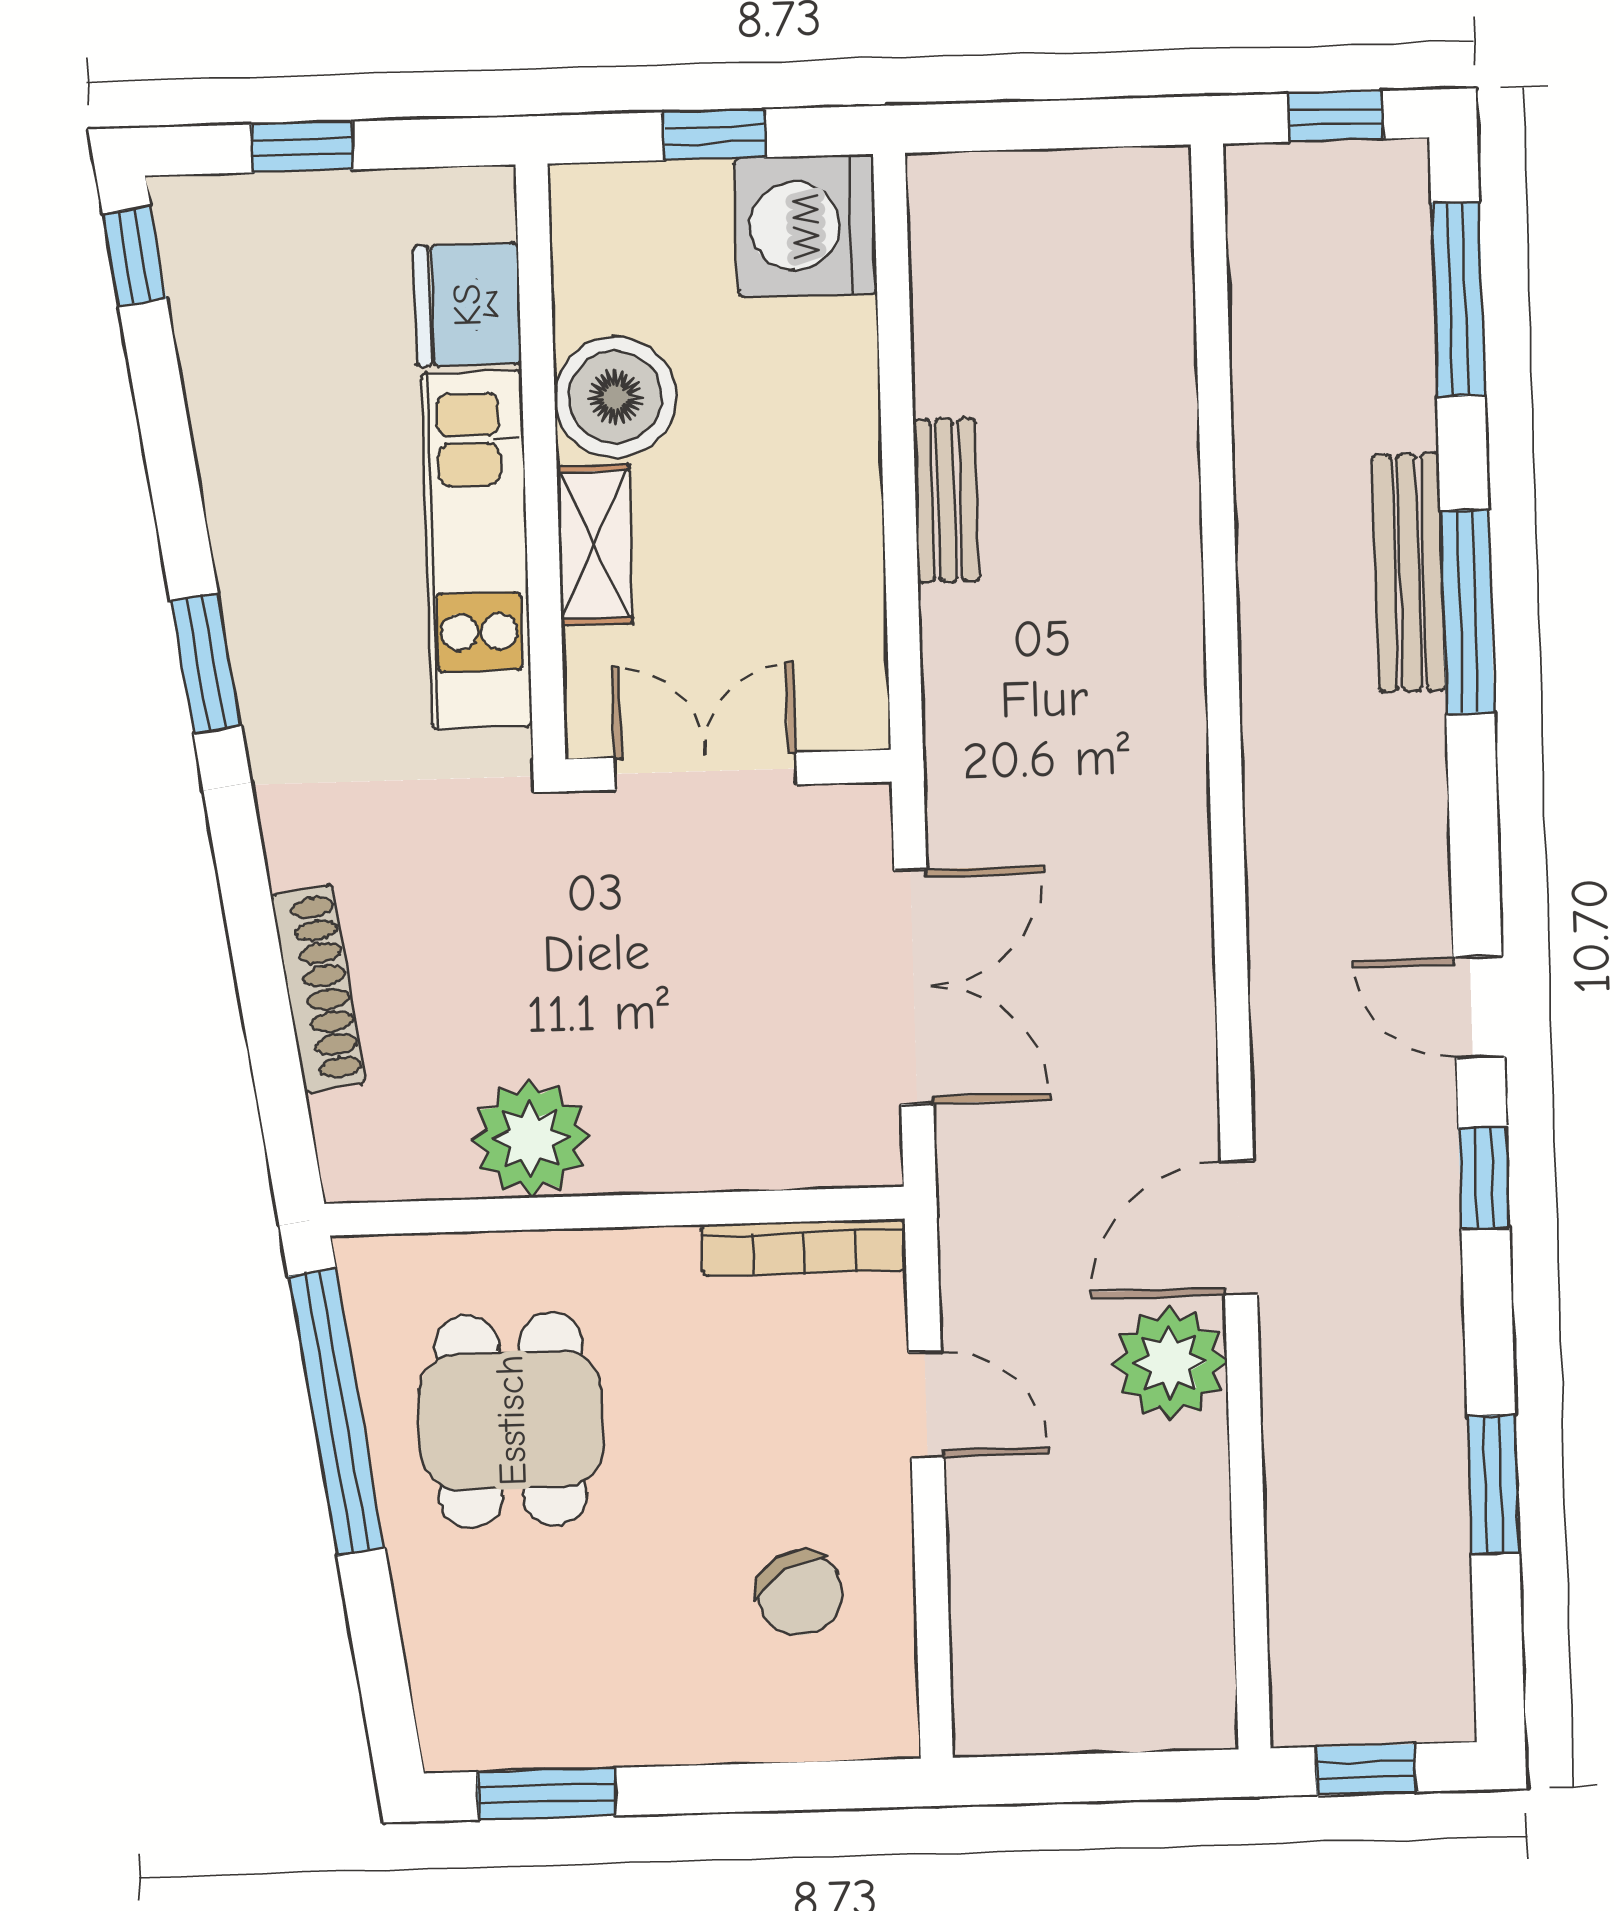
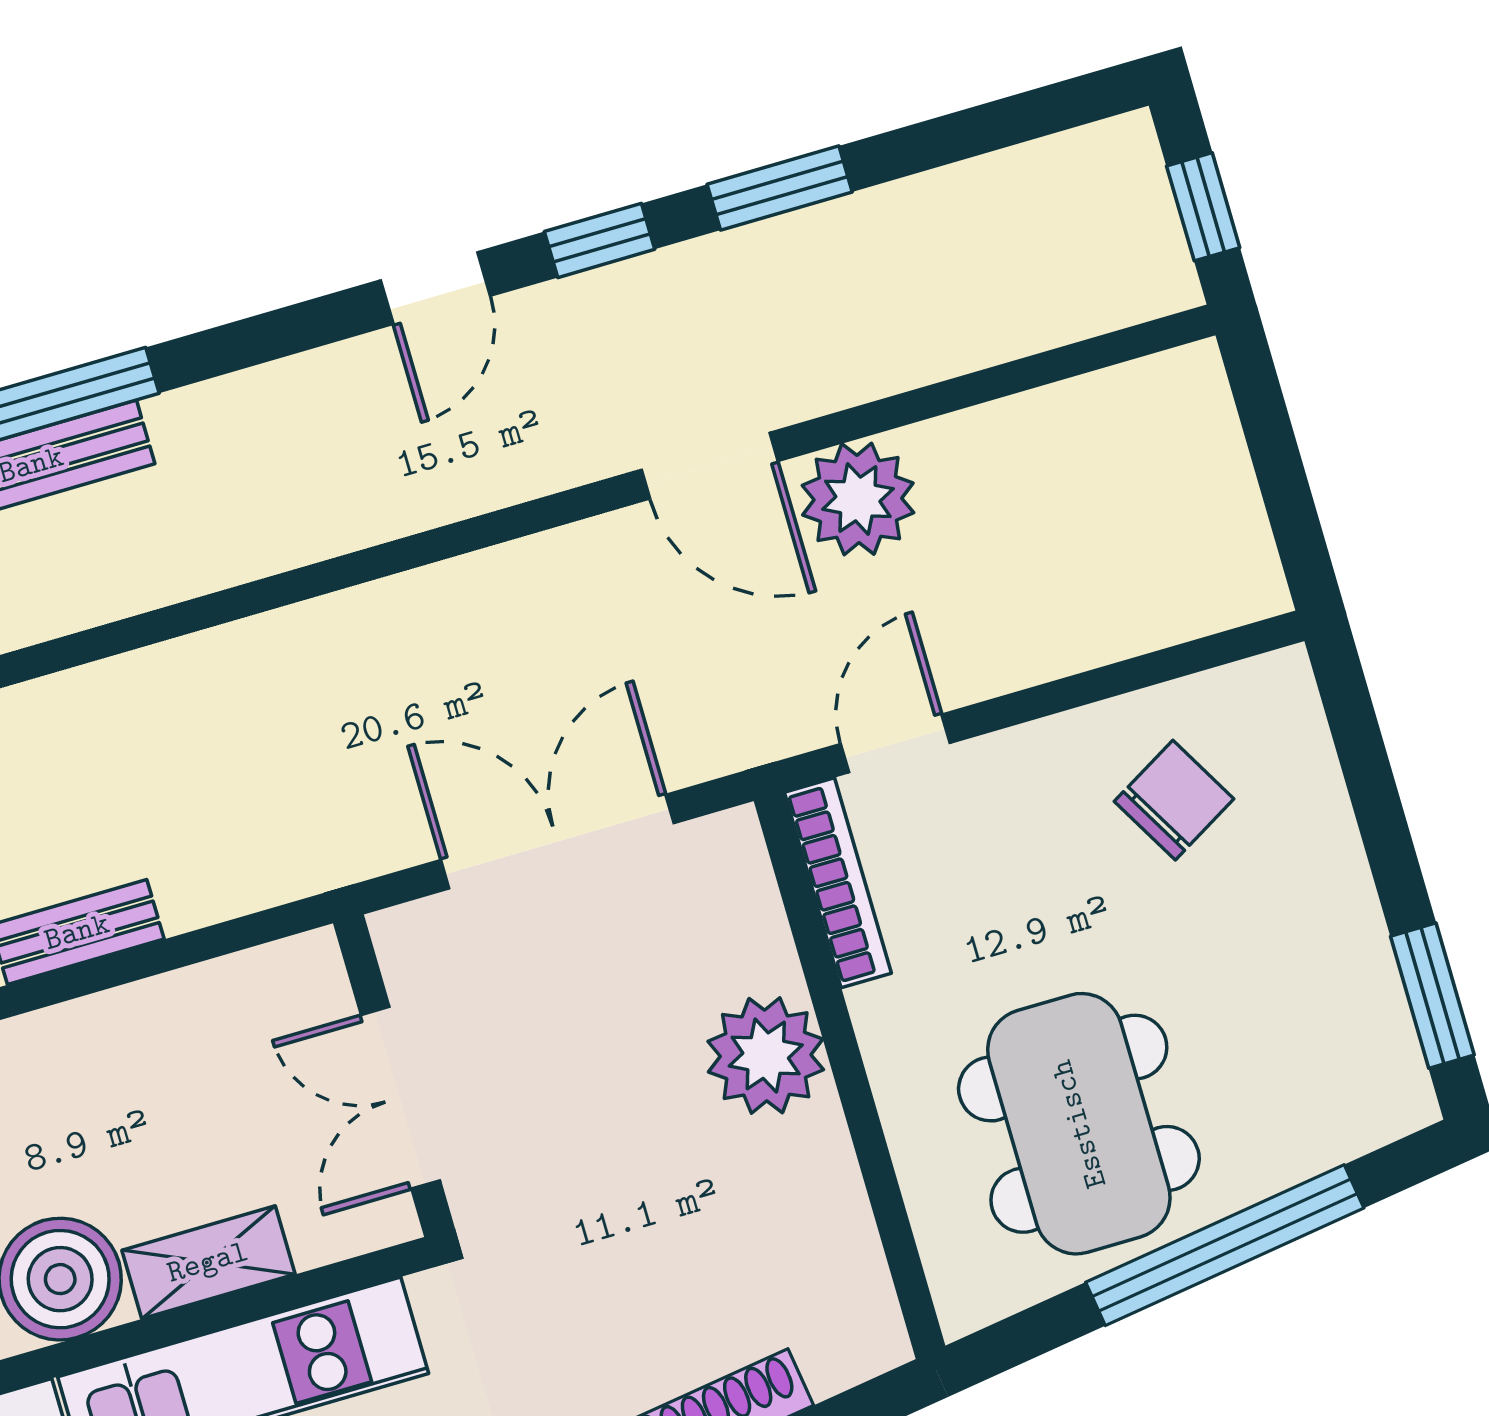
plant: (531, 1138) -> (766, 1056), moved
door: (926, 1405) -> (895, 743), moved
window: (336, 1412) -> (1225, 1245), moved
dining table: (511, 1420) -> (1079, 1124), width x1.38
window: (1493, 1484) -> (780, 188), moved

